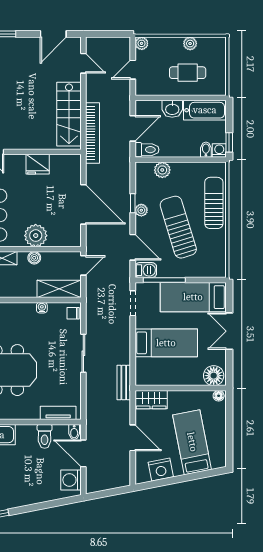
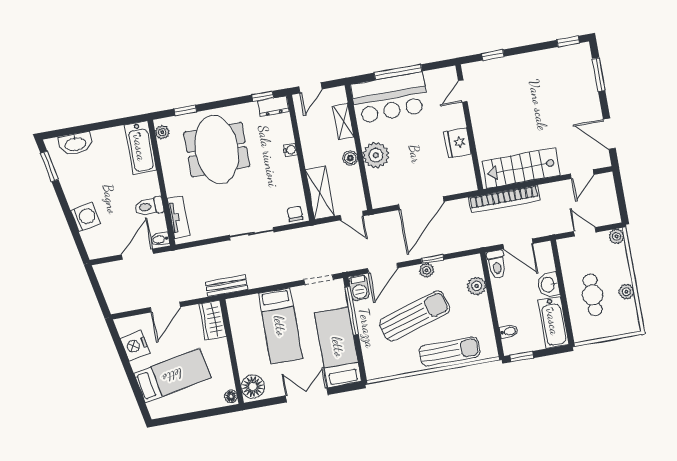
washing machine: (219, 150) -> (511, 347), removed
water cooler: (42, 308) -> (290, 150), moved
washing machine: (71, 480) -> (85, 217), moved, turned 79

